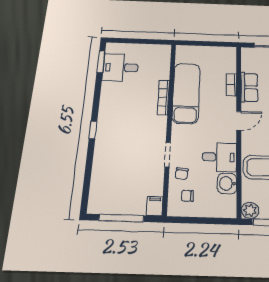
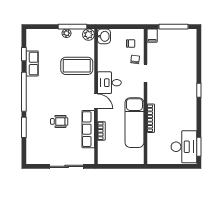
desk: (121, 68) -> (184, 147), width x1.37
row of seats: (249, 87) -> (88, 129), width x1.48
door: (239, 121) -> (96, 101), swing flipped
desk: (220, 157) -> (109, 83), moved
washbasin: (227, 183) -> (104, 36), moved

